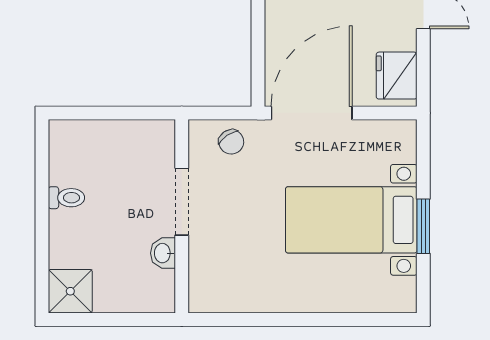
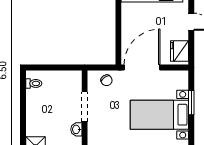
toilet: (66, 198) -> (34, 83), moved
window: (423, 226) -> (191, 103), moved

